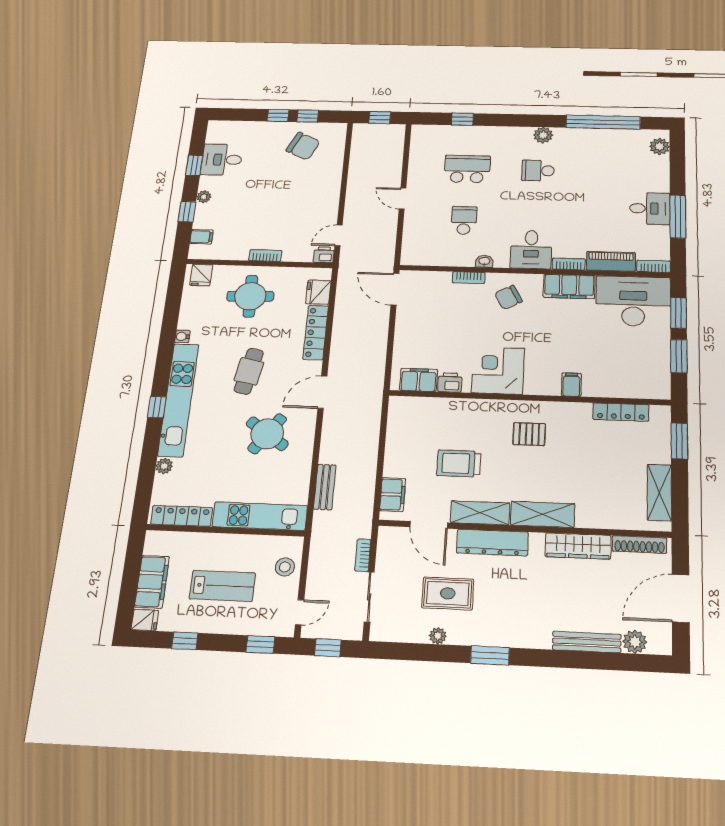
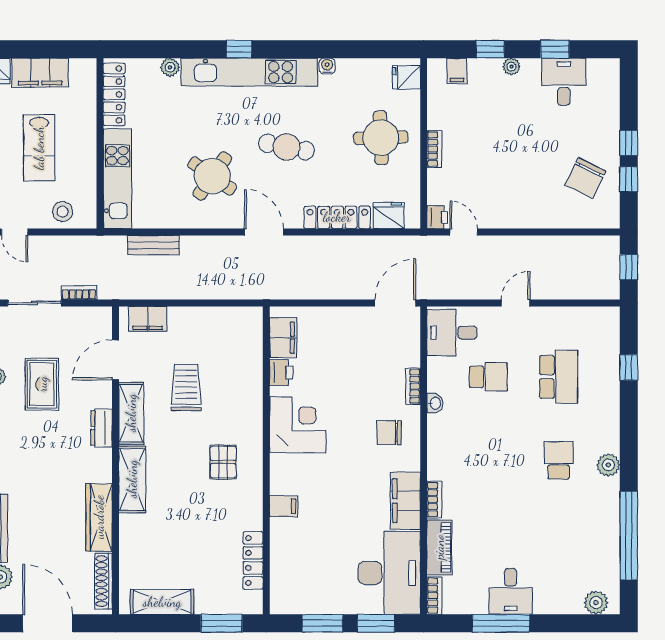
desk: (531, 249) -> (452, 333), moved
chair: (508, 297) -> (389, 433), turned -62
dresser: (492, 542) -> (102, 428), width x0.51, depth x0.80

